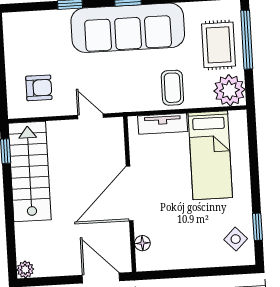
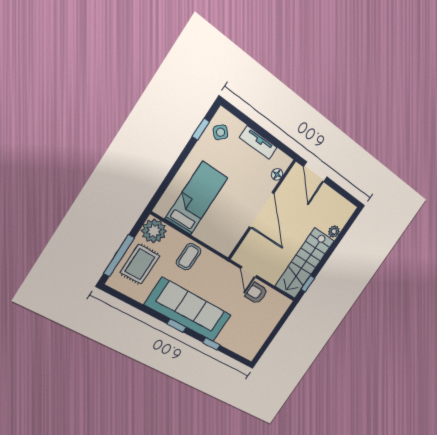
armchair: (39, 88) -> (256, 293), moved
tv unit: (163, 124) -> (258, 143), moved, turned 180
door: (130, 194) -> (261, 210), hinge flipped
plant: (25, 269) -> (334, 232), moved

